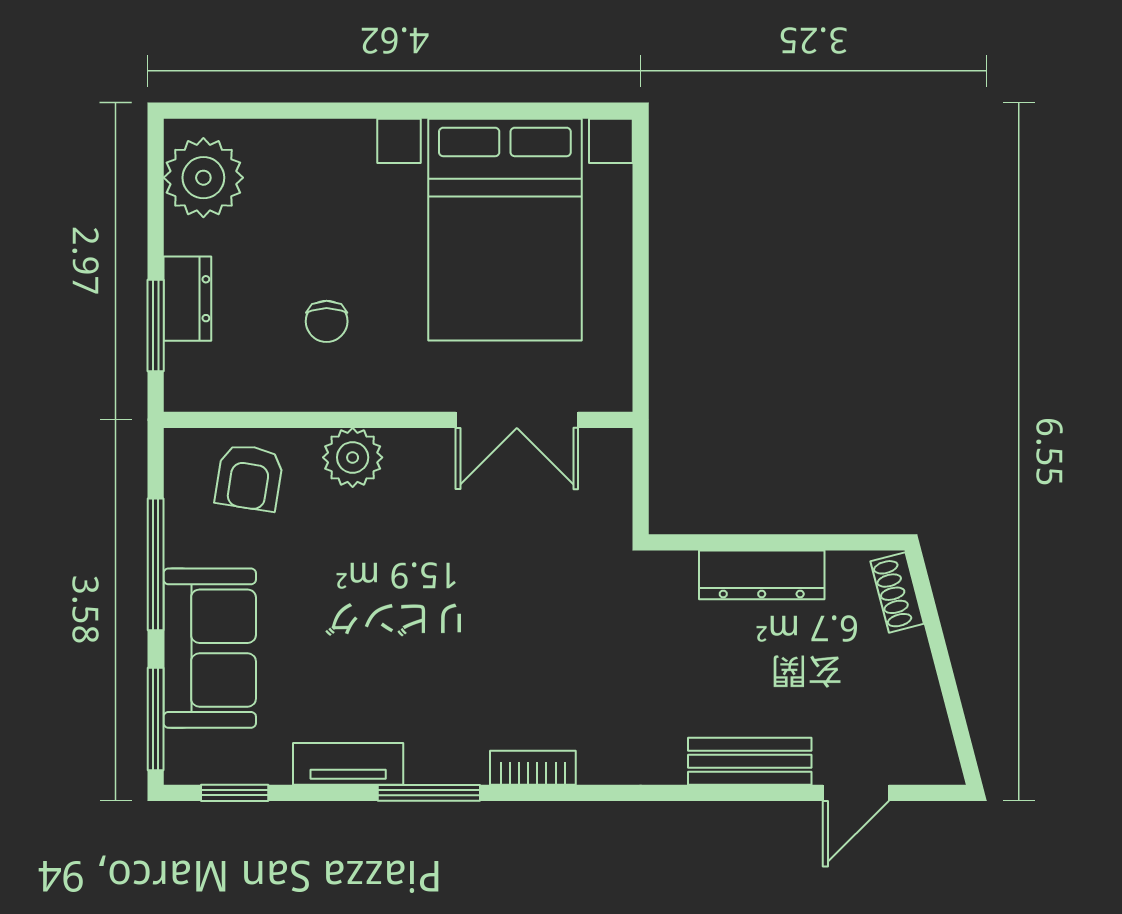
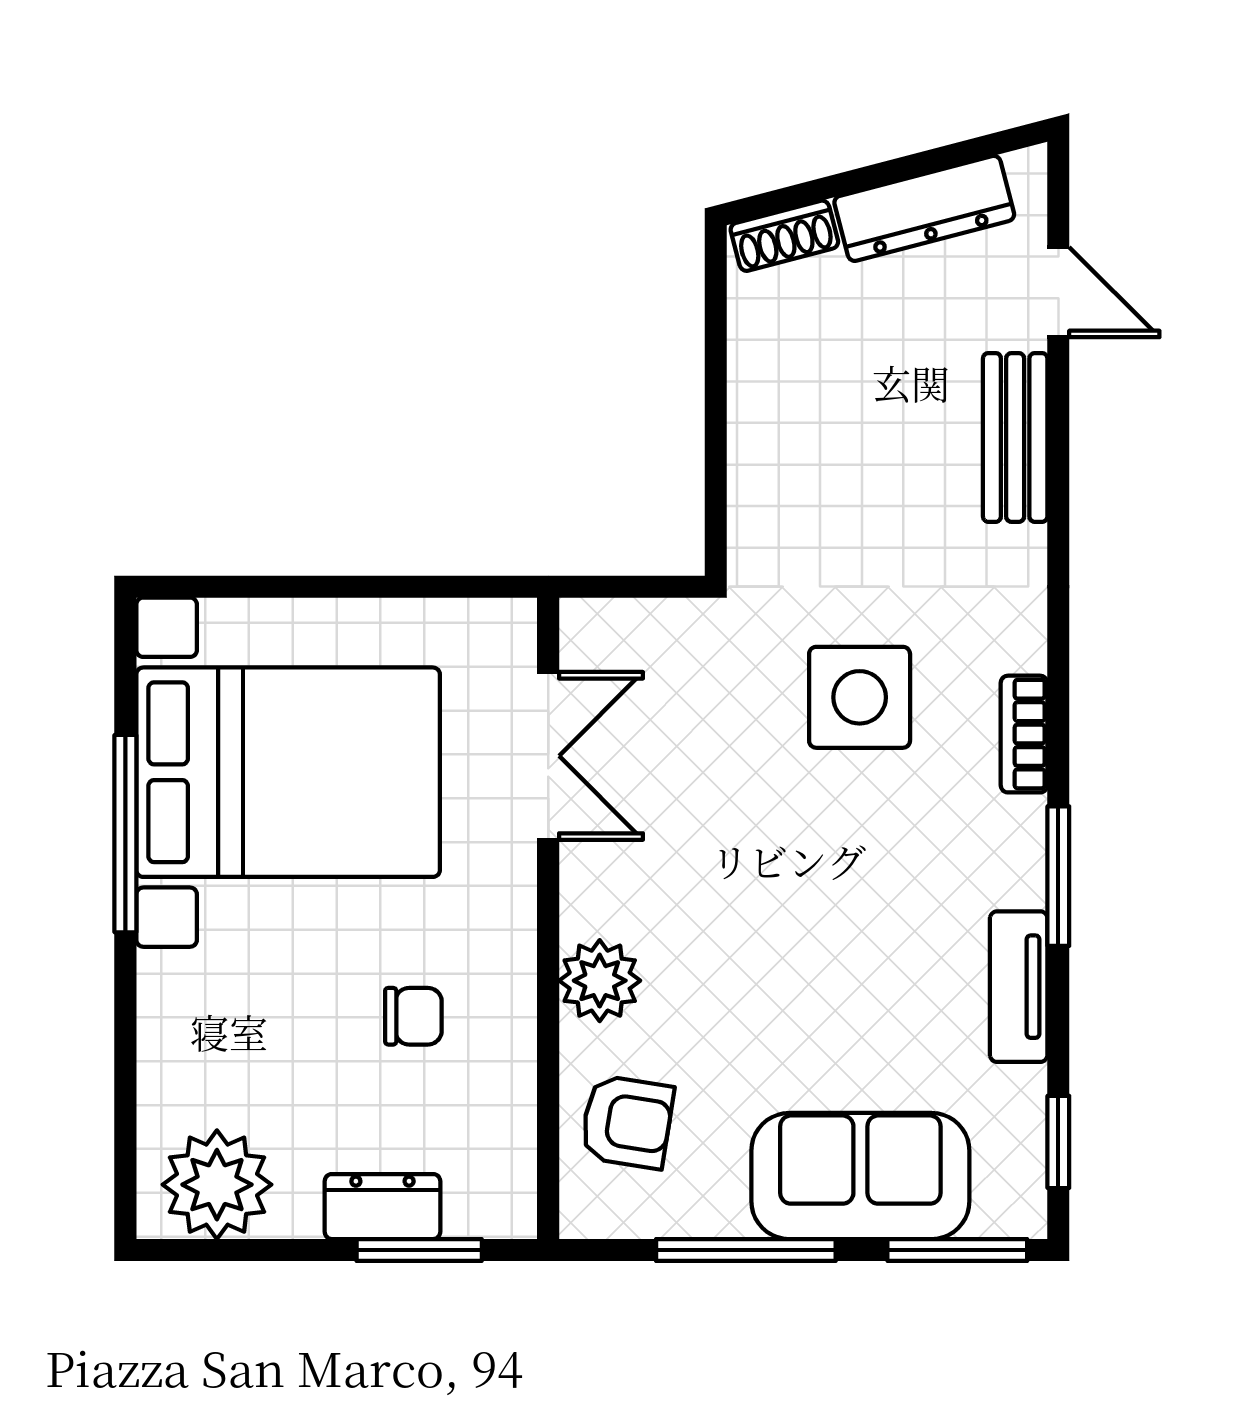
window: (460, 111) -> (125, 834), added
dresser: (762, 575) -> (924, 208), moved, turned 75
side table: (560, 648) -> (860, 697), added

